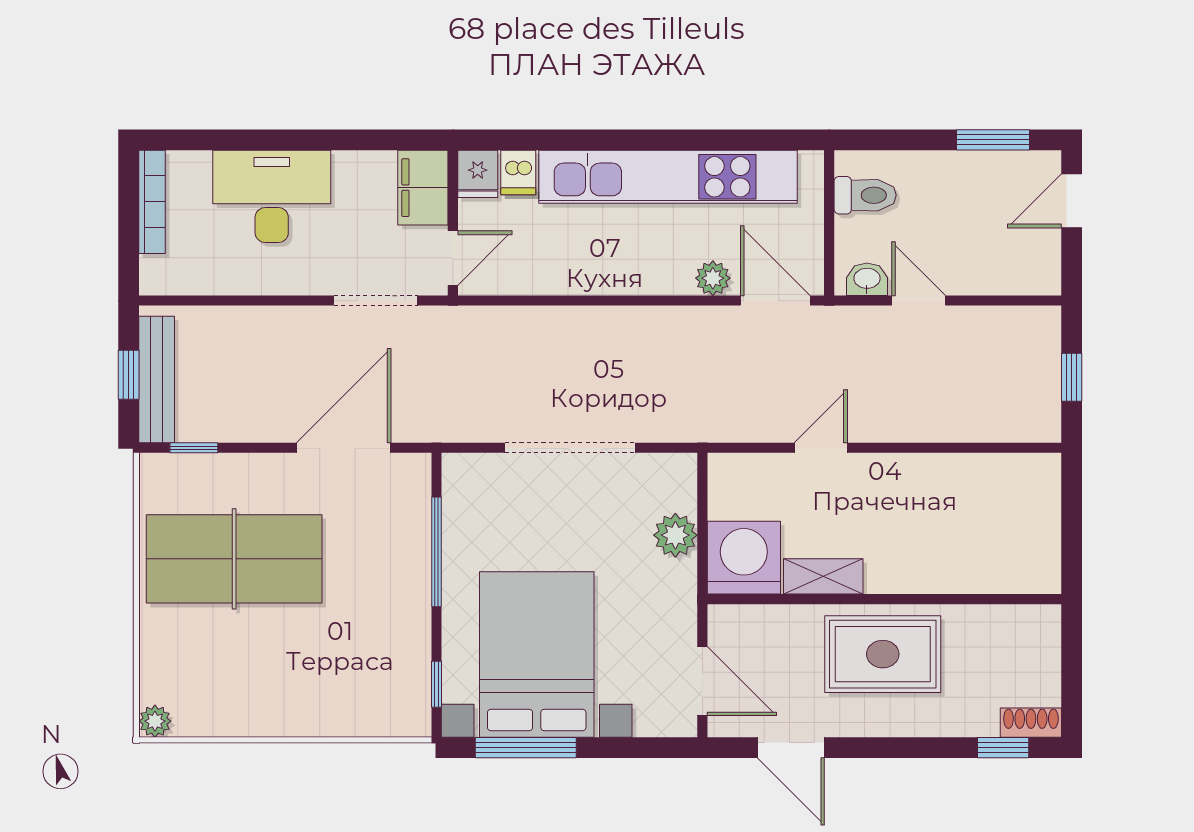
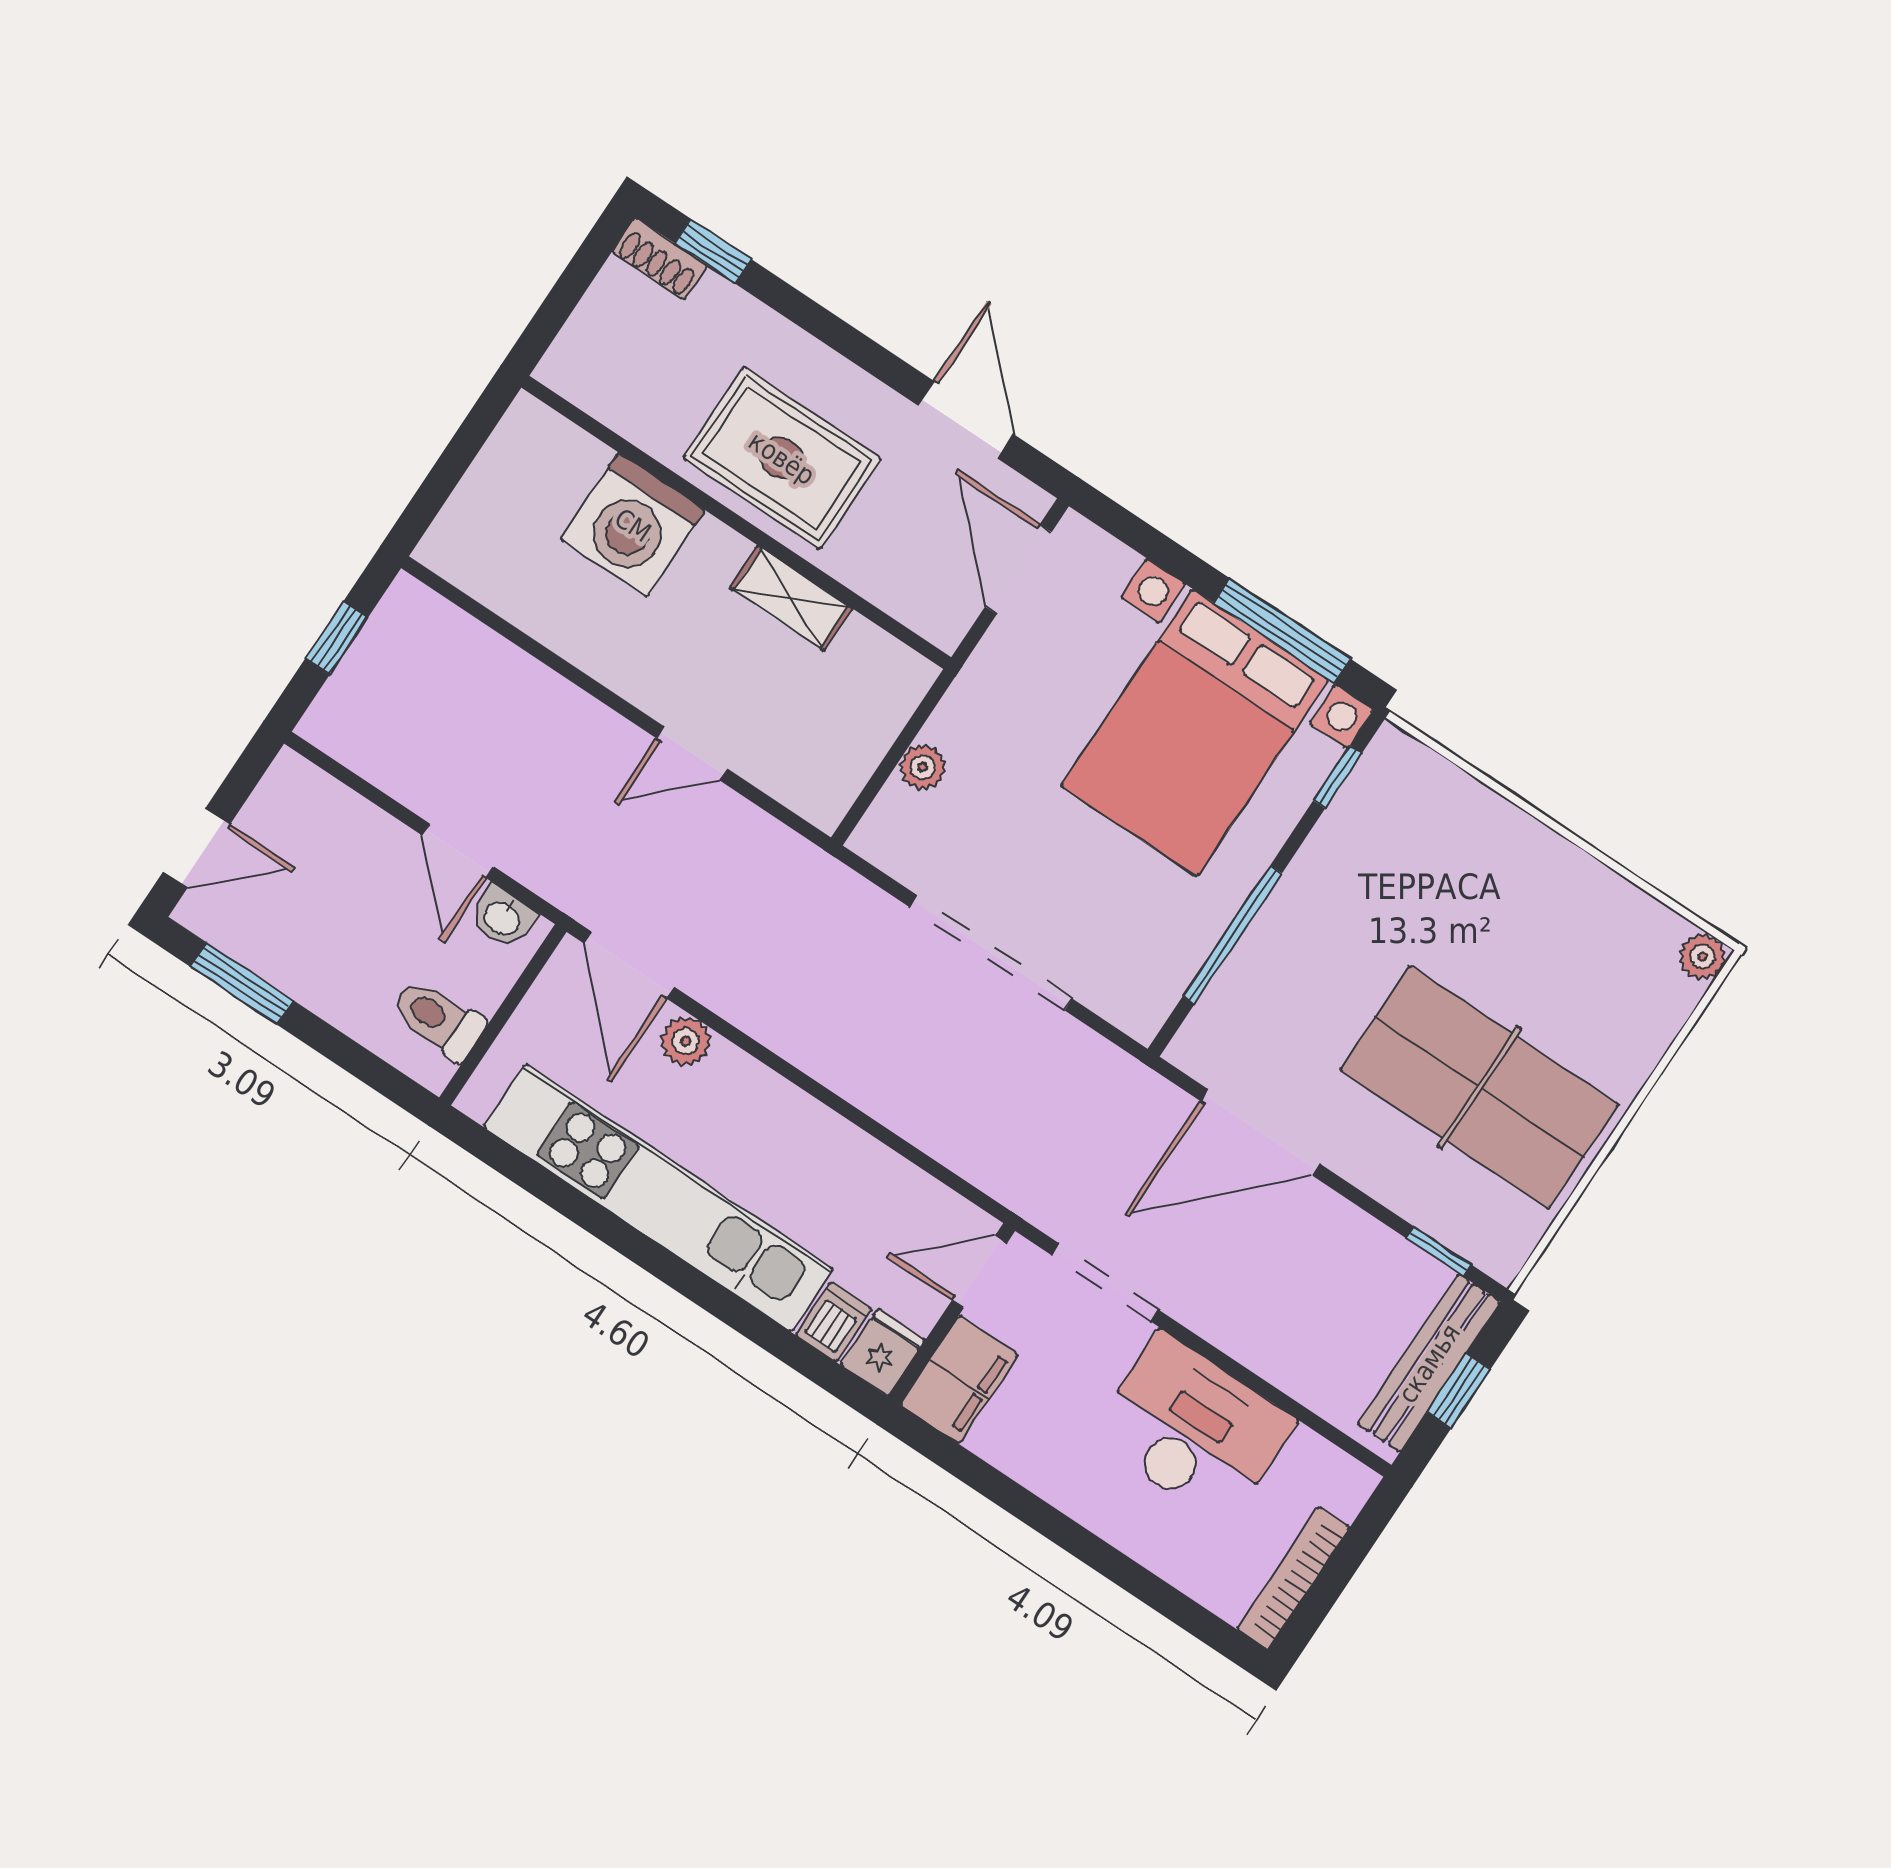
desk: (272, 196) -> (1193, 1429), moved, turned 180
plant: (675, 535) -> (923, 767), width x0.73, depth x0.73
washing machine: (744, 558) -> (633, 525), moved

